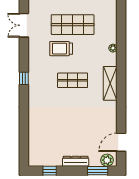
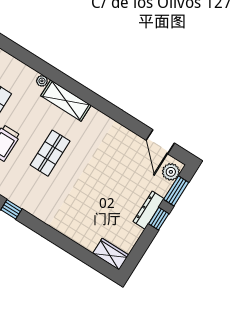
shelving: (110, 83) -> (66, 101), moved
wardrobe: (35, 155) -> (111, 254), added
window: (50, 171) -> (159, 219), moved

